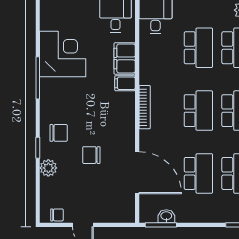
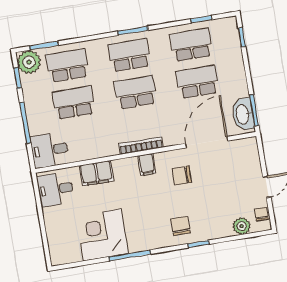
filing cabinet: (125, 83) -> (147, 165), moved
chair: (91, 155) -> (182, 175), moved, turned 90
plant: (48, 168) -> (242, 226), moved
washbasin: (166, 216) -> (243, 114), width x1.91, depth x1.45

